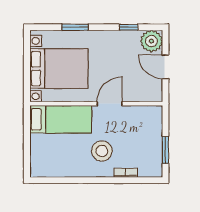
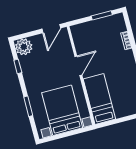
door: (165, 67) -> (51, 29), moved
door: (110, 104) -> (78, 66), swing flipped
stool: (102, 151) -> (115, 62), removed

